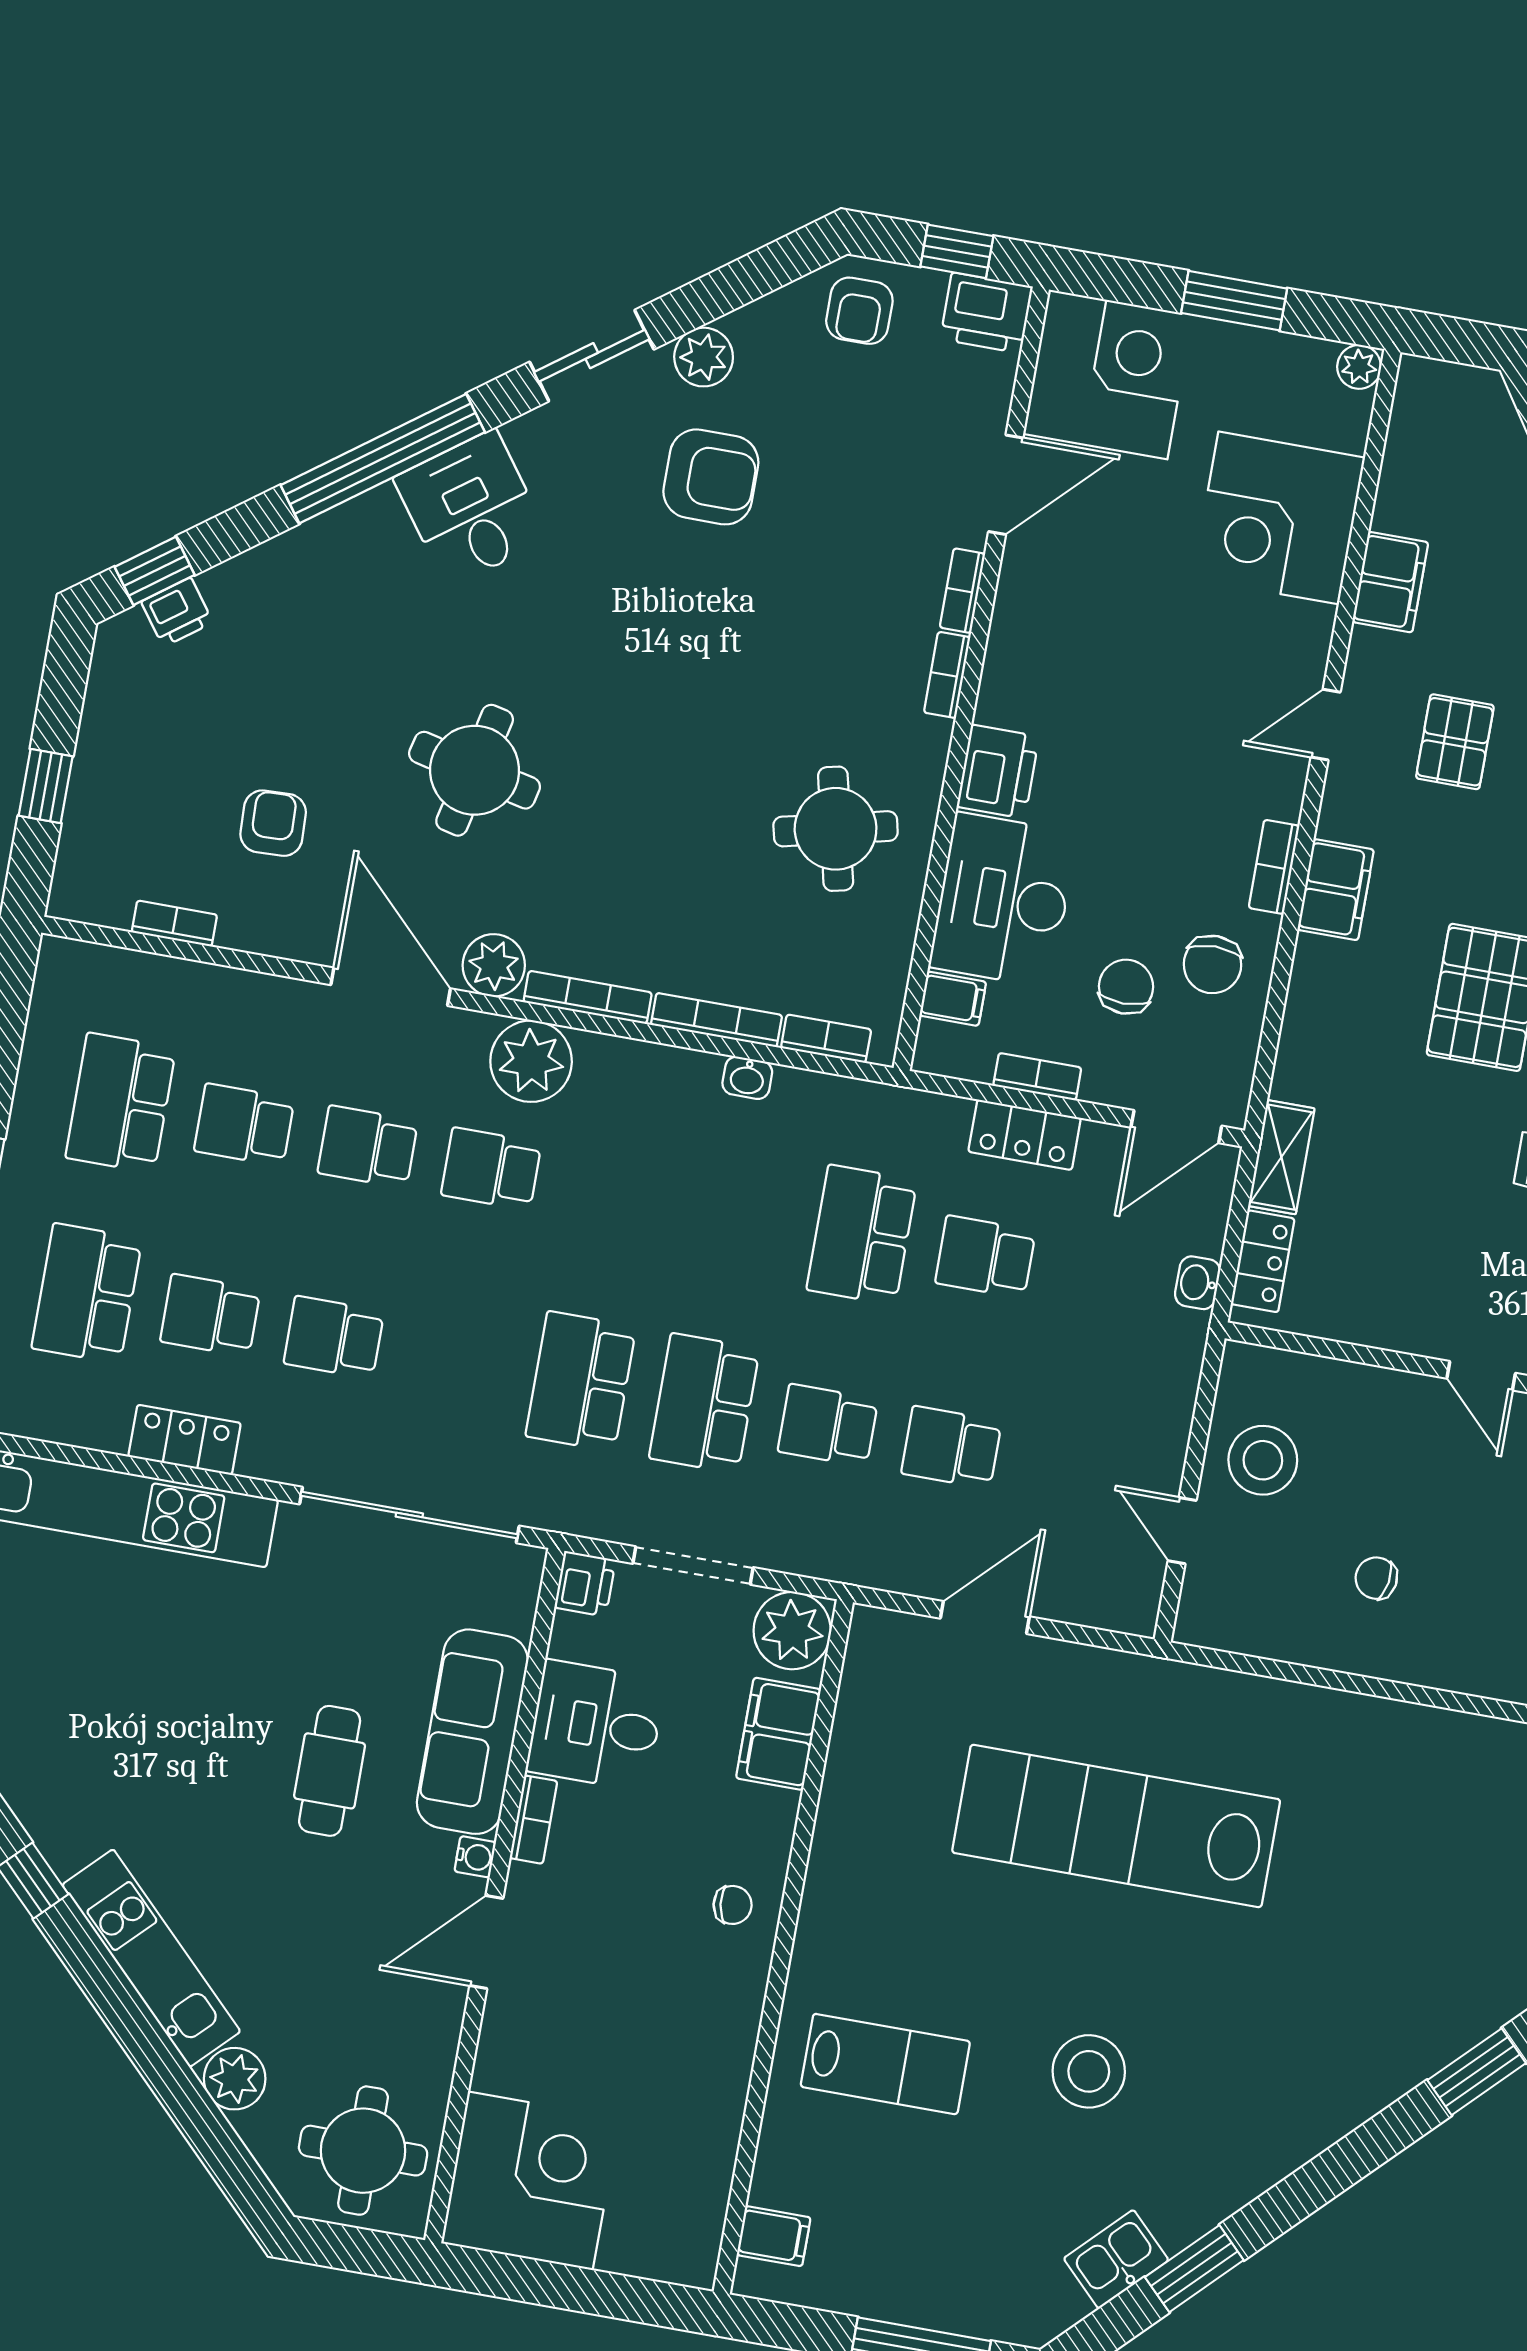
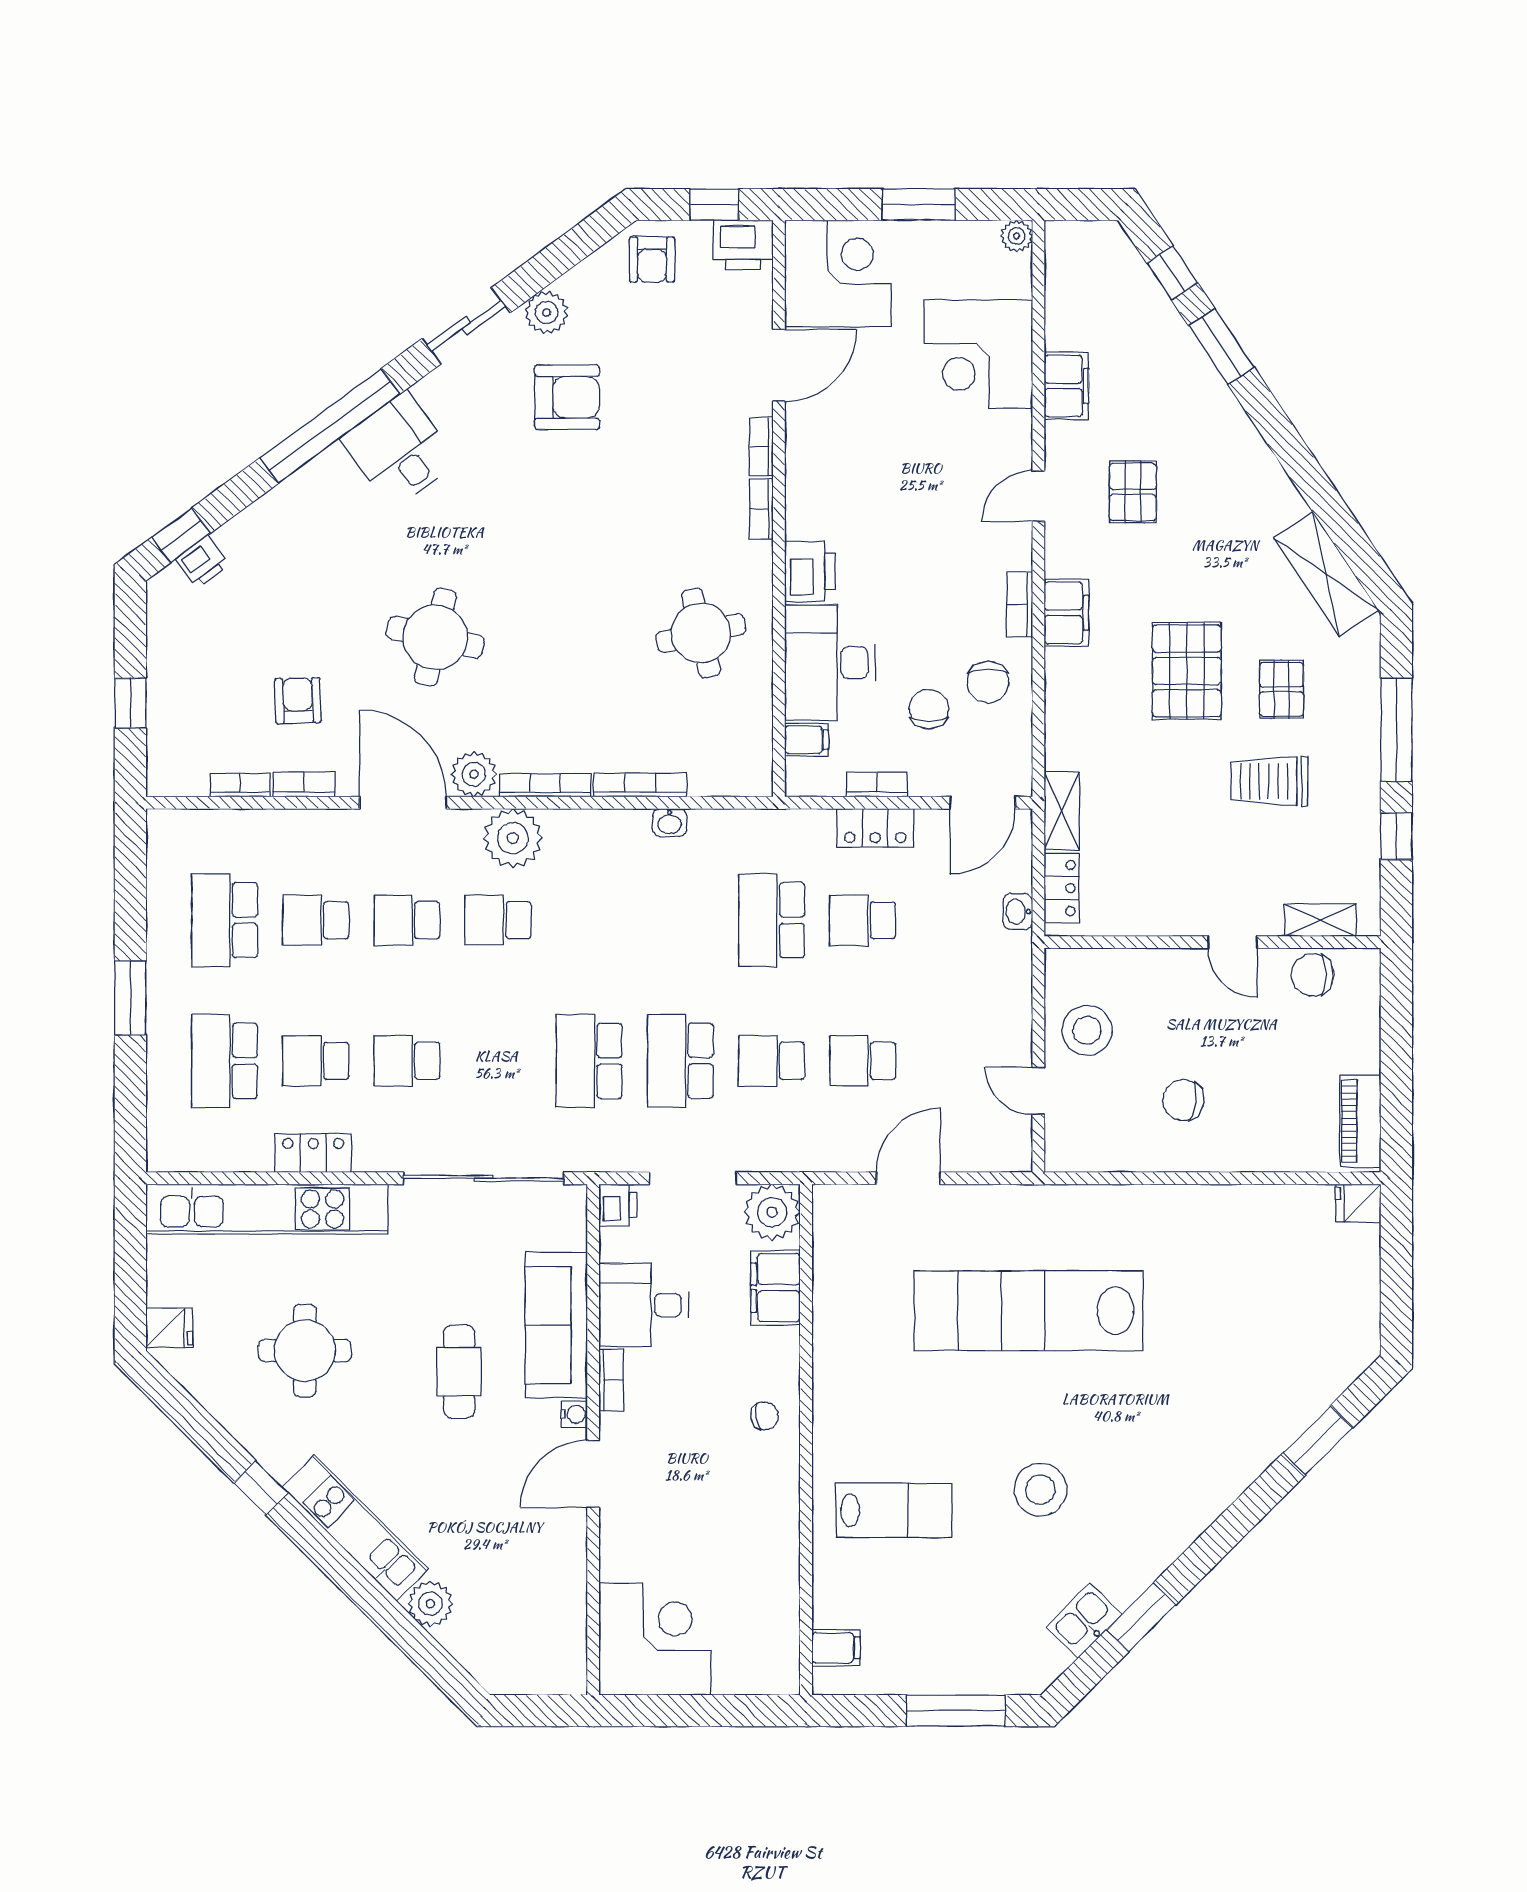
bookcase: (826, 1039) -> (304, 784), moved
chair: (1376, 1578) -> (1183, 1100), width x1.37, depth x1.37
round table: (363, 2151) -> (305, 1351), moved

